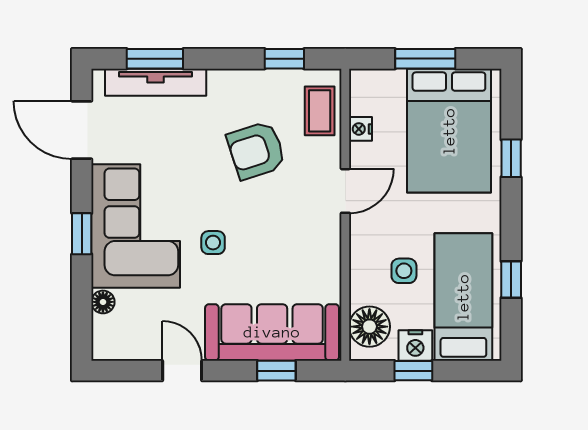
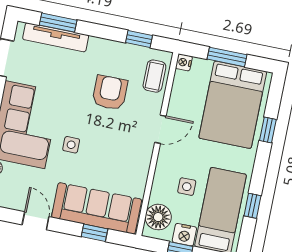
nightstand: (361, 129) -> (184, 62), moved
armchair: (256, 150) -> (110, 93), turned 108

